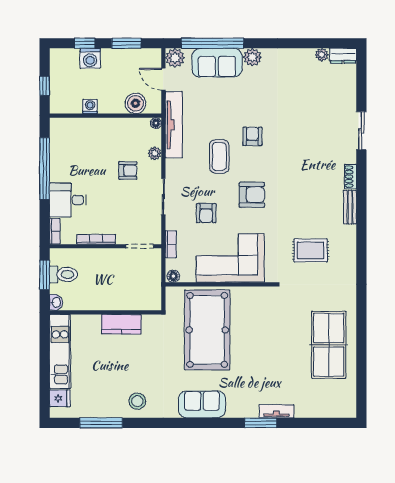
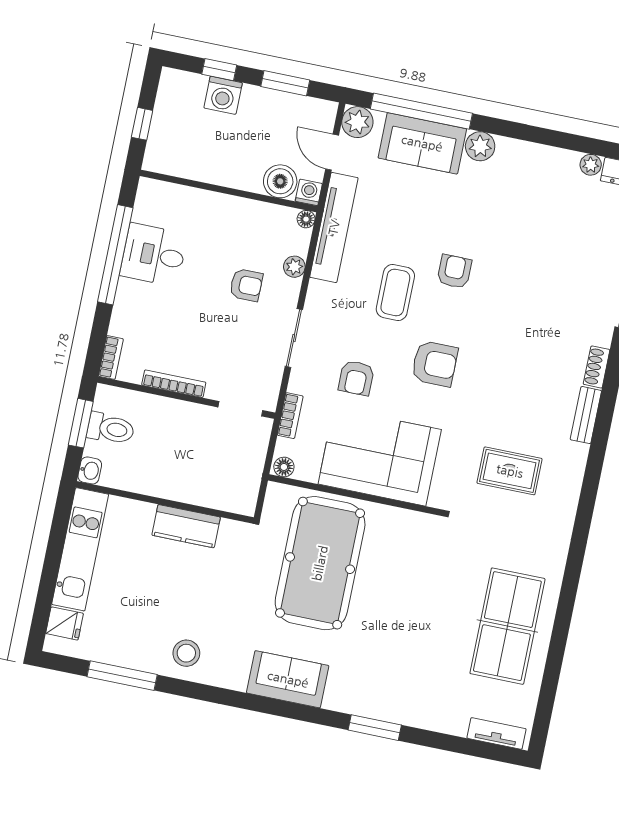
washing machine: (90, 107) -> (309, 192), moved
desk: (68, 200) -> (154, 255), moved
tv unit: (276, 411) -> (497, 733), moved

